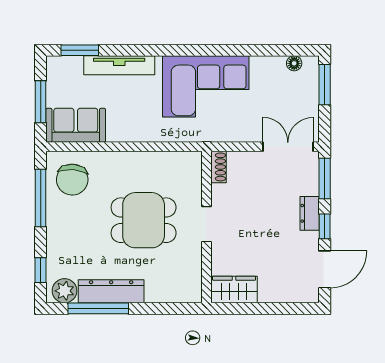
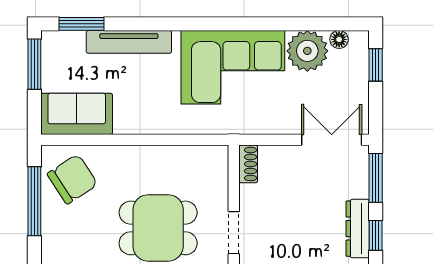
plant: (268, 73) -> (307, 51), added
window: (325, 85) -> (376, 65), width x0.67
window: (41, 102) -> (34, 64), moved
chair: (72, 180) -> (72, 179), turned -128
dresser: (310, 213) -> (358, 229), width x1.44

